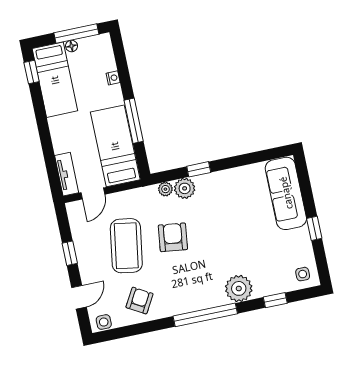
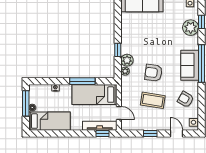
window: (32, 72) -> (103, 133), moved
tv unit: (67, 174) -> (100, 126), width x1.41
coffee table: (126, 246) -> (153, 100), width x0.73, depth x0.76
plant: (239, 288) -> (191, 28), moved
sofa: (198, 295) -> (190, 65), added

